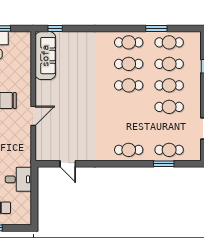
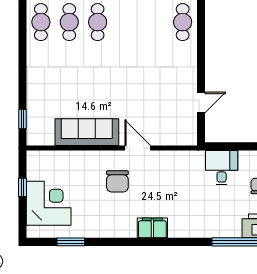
sofa: (45, 56) -> (87, 132), moved

